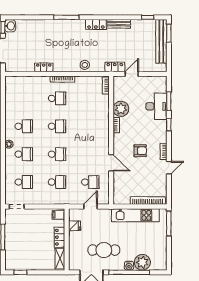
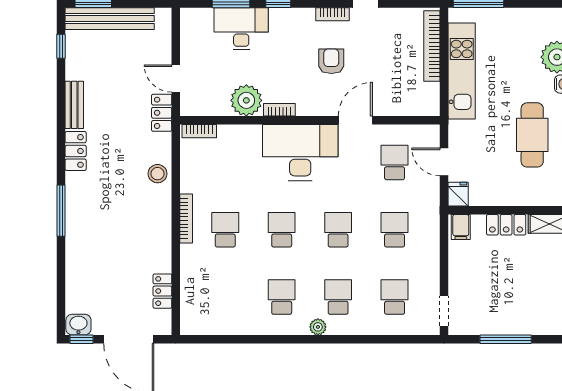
locker: (44, 67) -> (162, 291), moved
desk: (95, 135) -> (300, 152), added
fridge: (75, 226) -> (458, 194), moved

